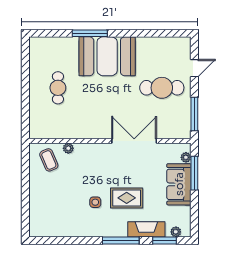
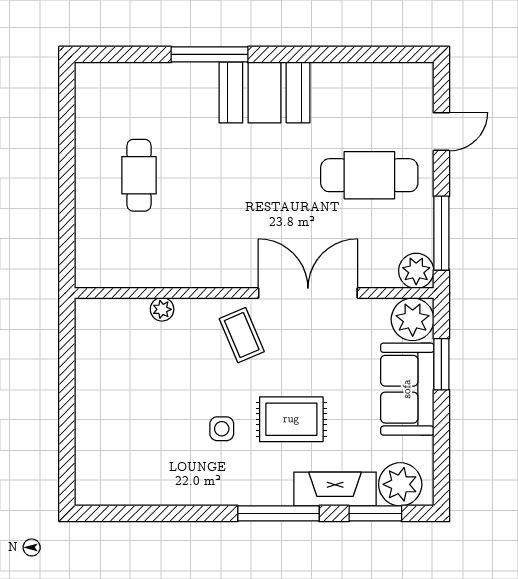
booth: (107, 56) -> (264, 92), width x0.73, depth x0.70
plant: (183, 131) -> (416, 271), added
plant: (186, 157) -> (413, 319), width x1.88, depth x1.88
coffee table: (49, 160) -> (242, 335), moved
window: (194, 173) -> (441, 364), width x0.69
plant: (176, 232) -> (400, 484), width x1.87, depth x1.87

